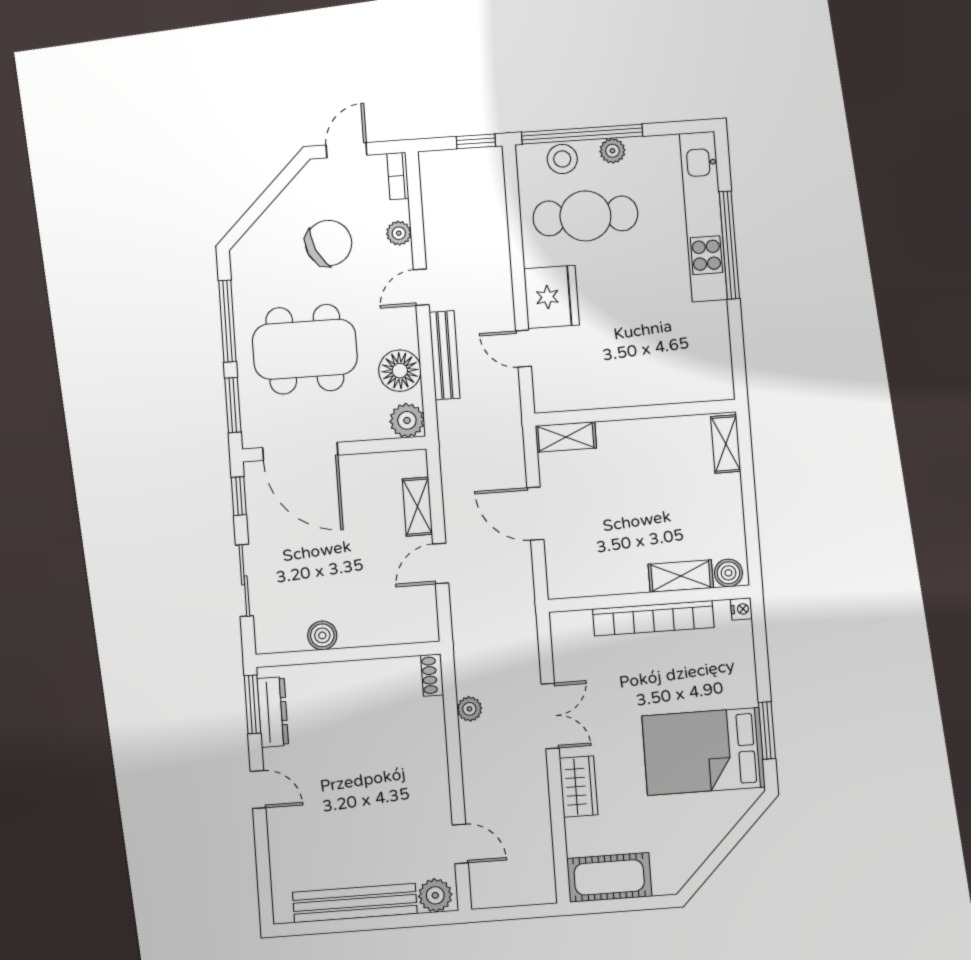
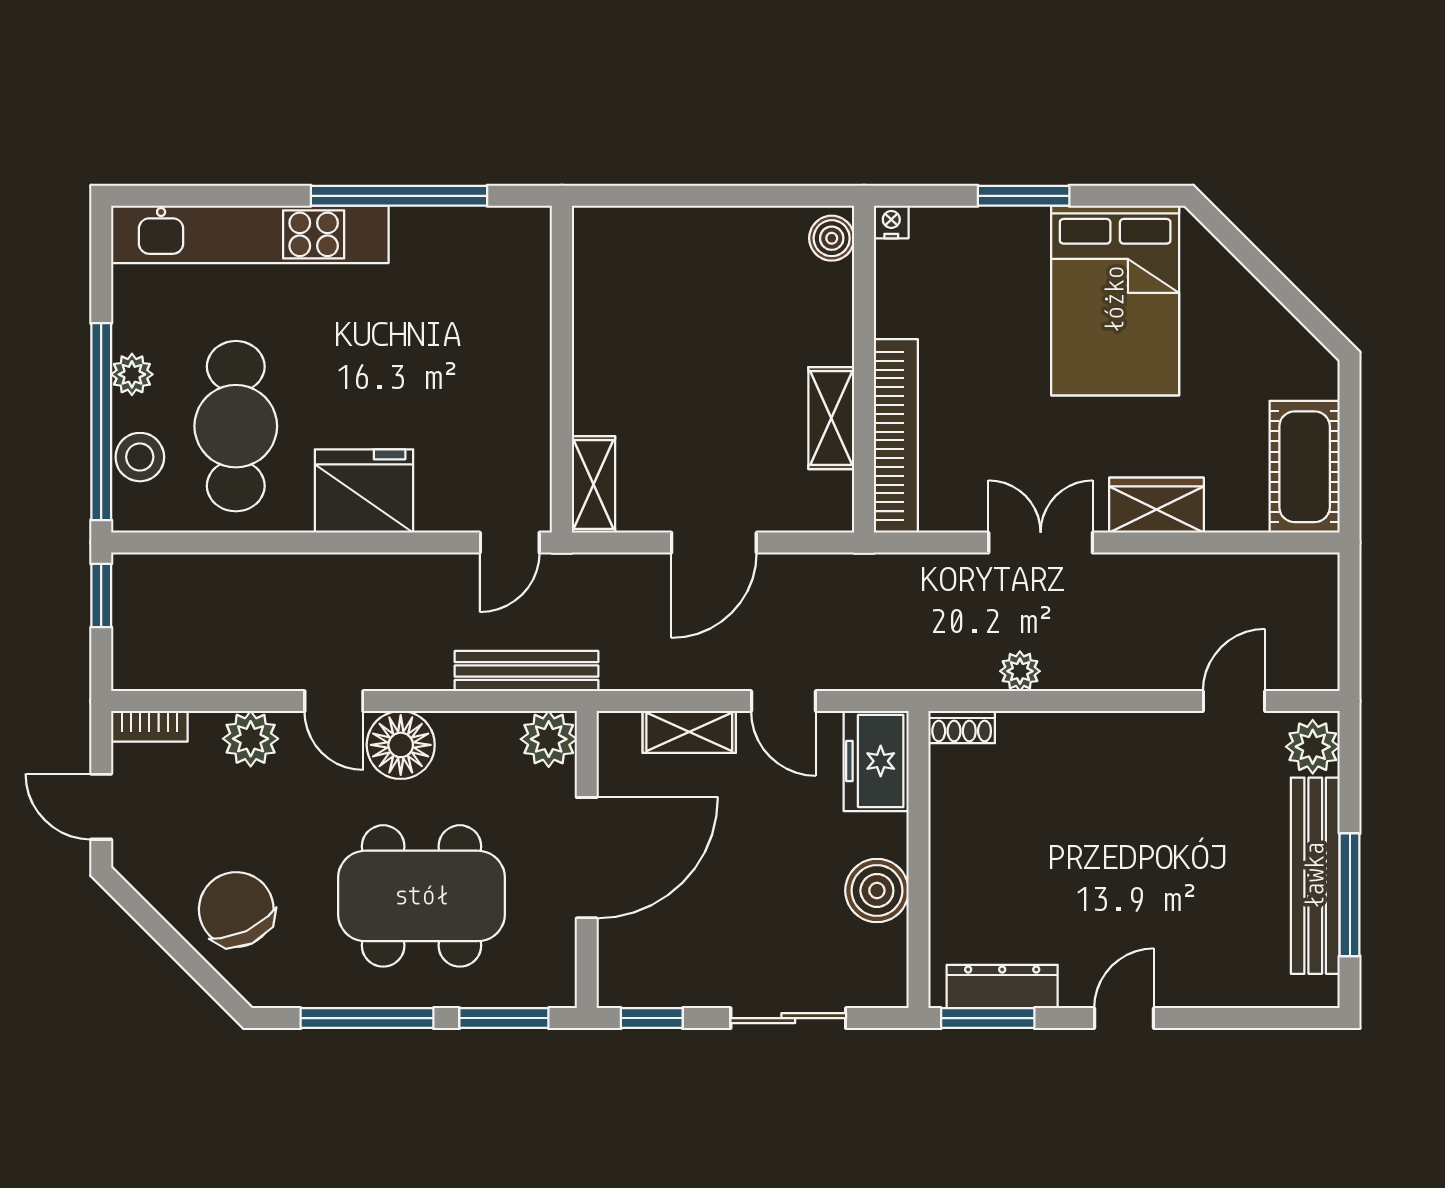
plant: (399, 233) -> (251, 739), width x1.38, depth x1.38
chair: (329, 243) -> (236, 909), moved
window: (729, 245) -> (399, 196), moved
dining table: (305, 349) -> (421, 896), turned 90
door: (523, 349) -> (510, 543), moved
bench: (444, 355) -> (527, 671), moved
floor lamp: (400, 371) -> (401, 745), moved
shelving: (726, 444) -> (623, 227), removed
door: (300, 451) -> (587, 858), moved
shelving: (681, 576) -> (831, 418), moved
bookcase: (653, 618) -> (896, 436), moved
freezer: (407, 624) -> (876, 761), added
boiler: (322, 635) -> (877, 891), width x1.36, depth x1.36
window: (767, 730) -> (1024, 196), moved
window: (344, 925) -> (1350, 895), added

